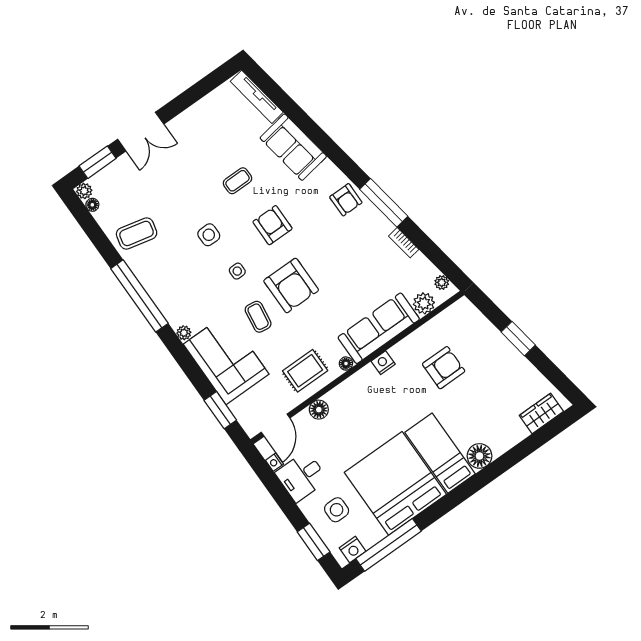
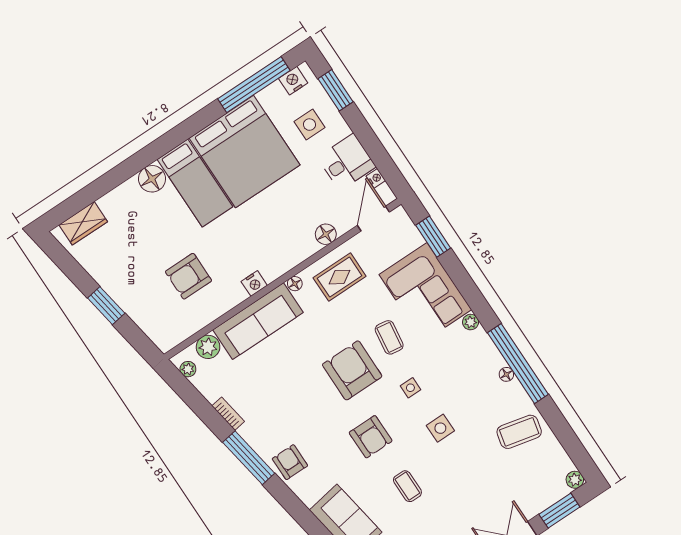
coffee table: (237, 181) -> (407, 486), turned 90
floor lamp: (92, 205) -> (506, 374), moved

